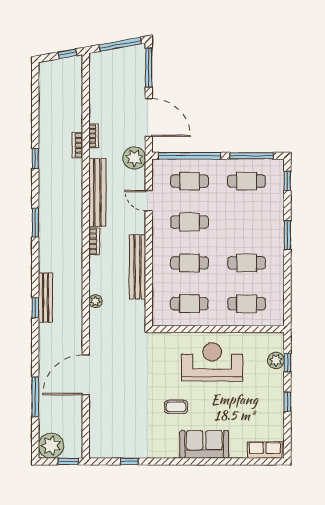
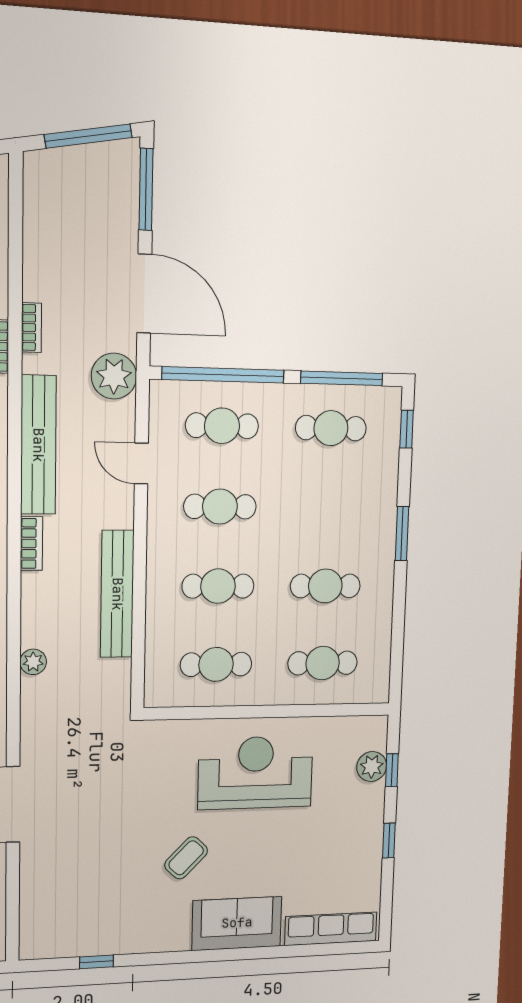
coffee table: (176, 407) -> (186, 858), turned -46
row of seats: (265, 450) -> (331, 929), width x1.48

